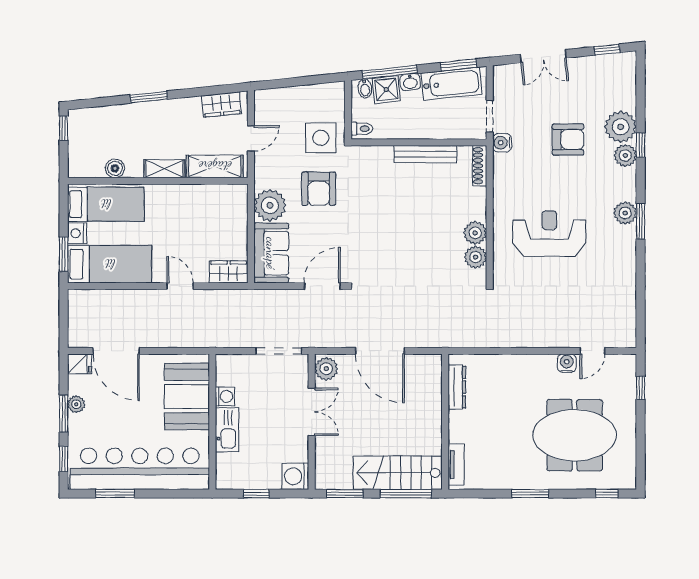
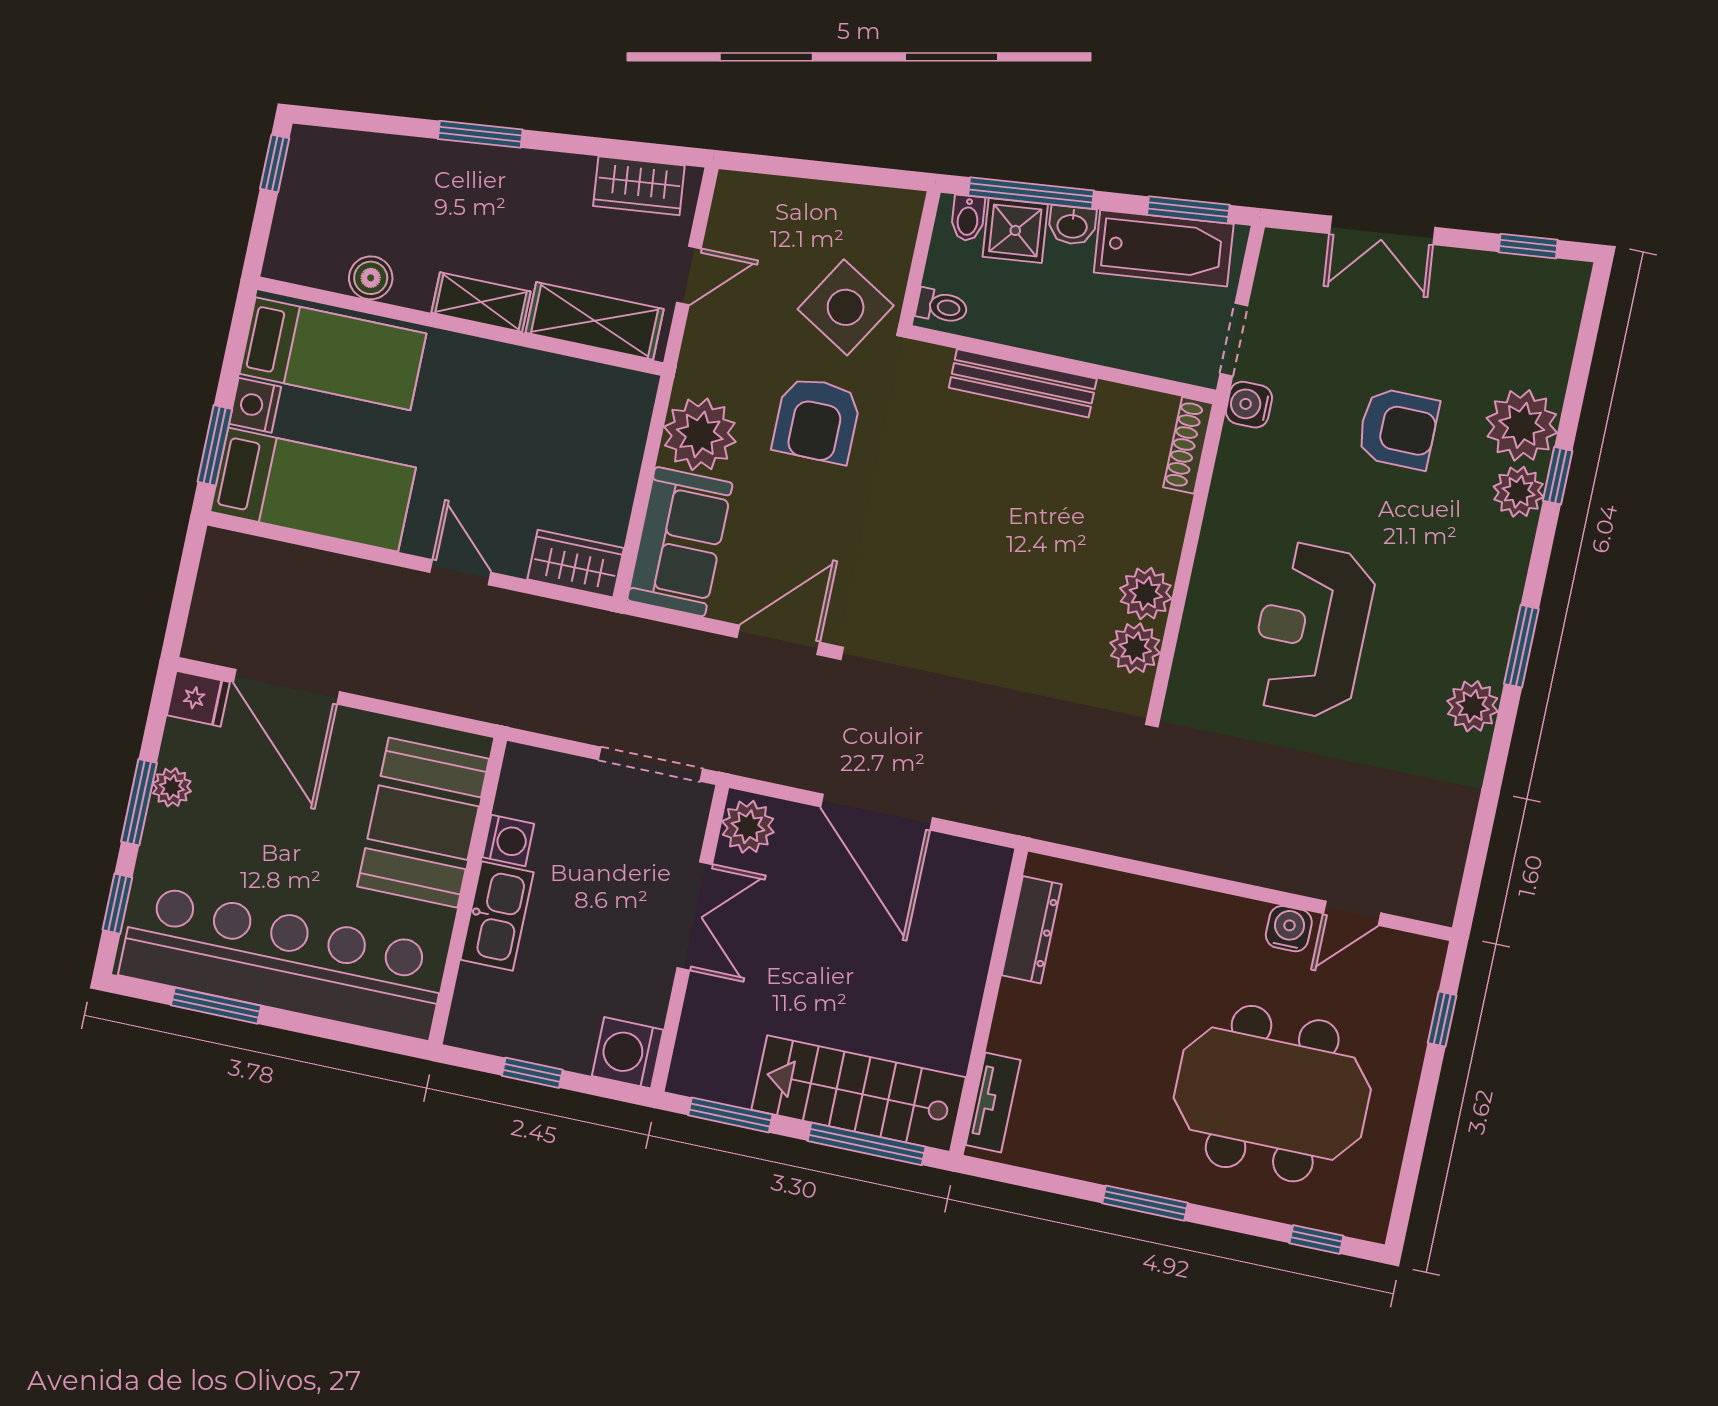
side table: (321, 138) -> (846, 307), turned 31
bench: (425, 154) -> (1023, 383), moved
plant: (625, 213) -> (1473, 706), moved
reception desk: (549, 234) -> (1312, 630), turned -90

